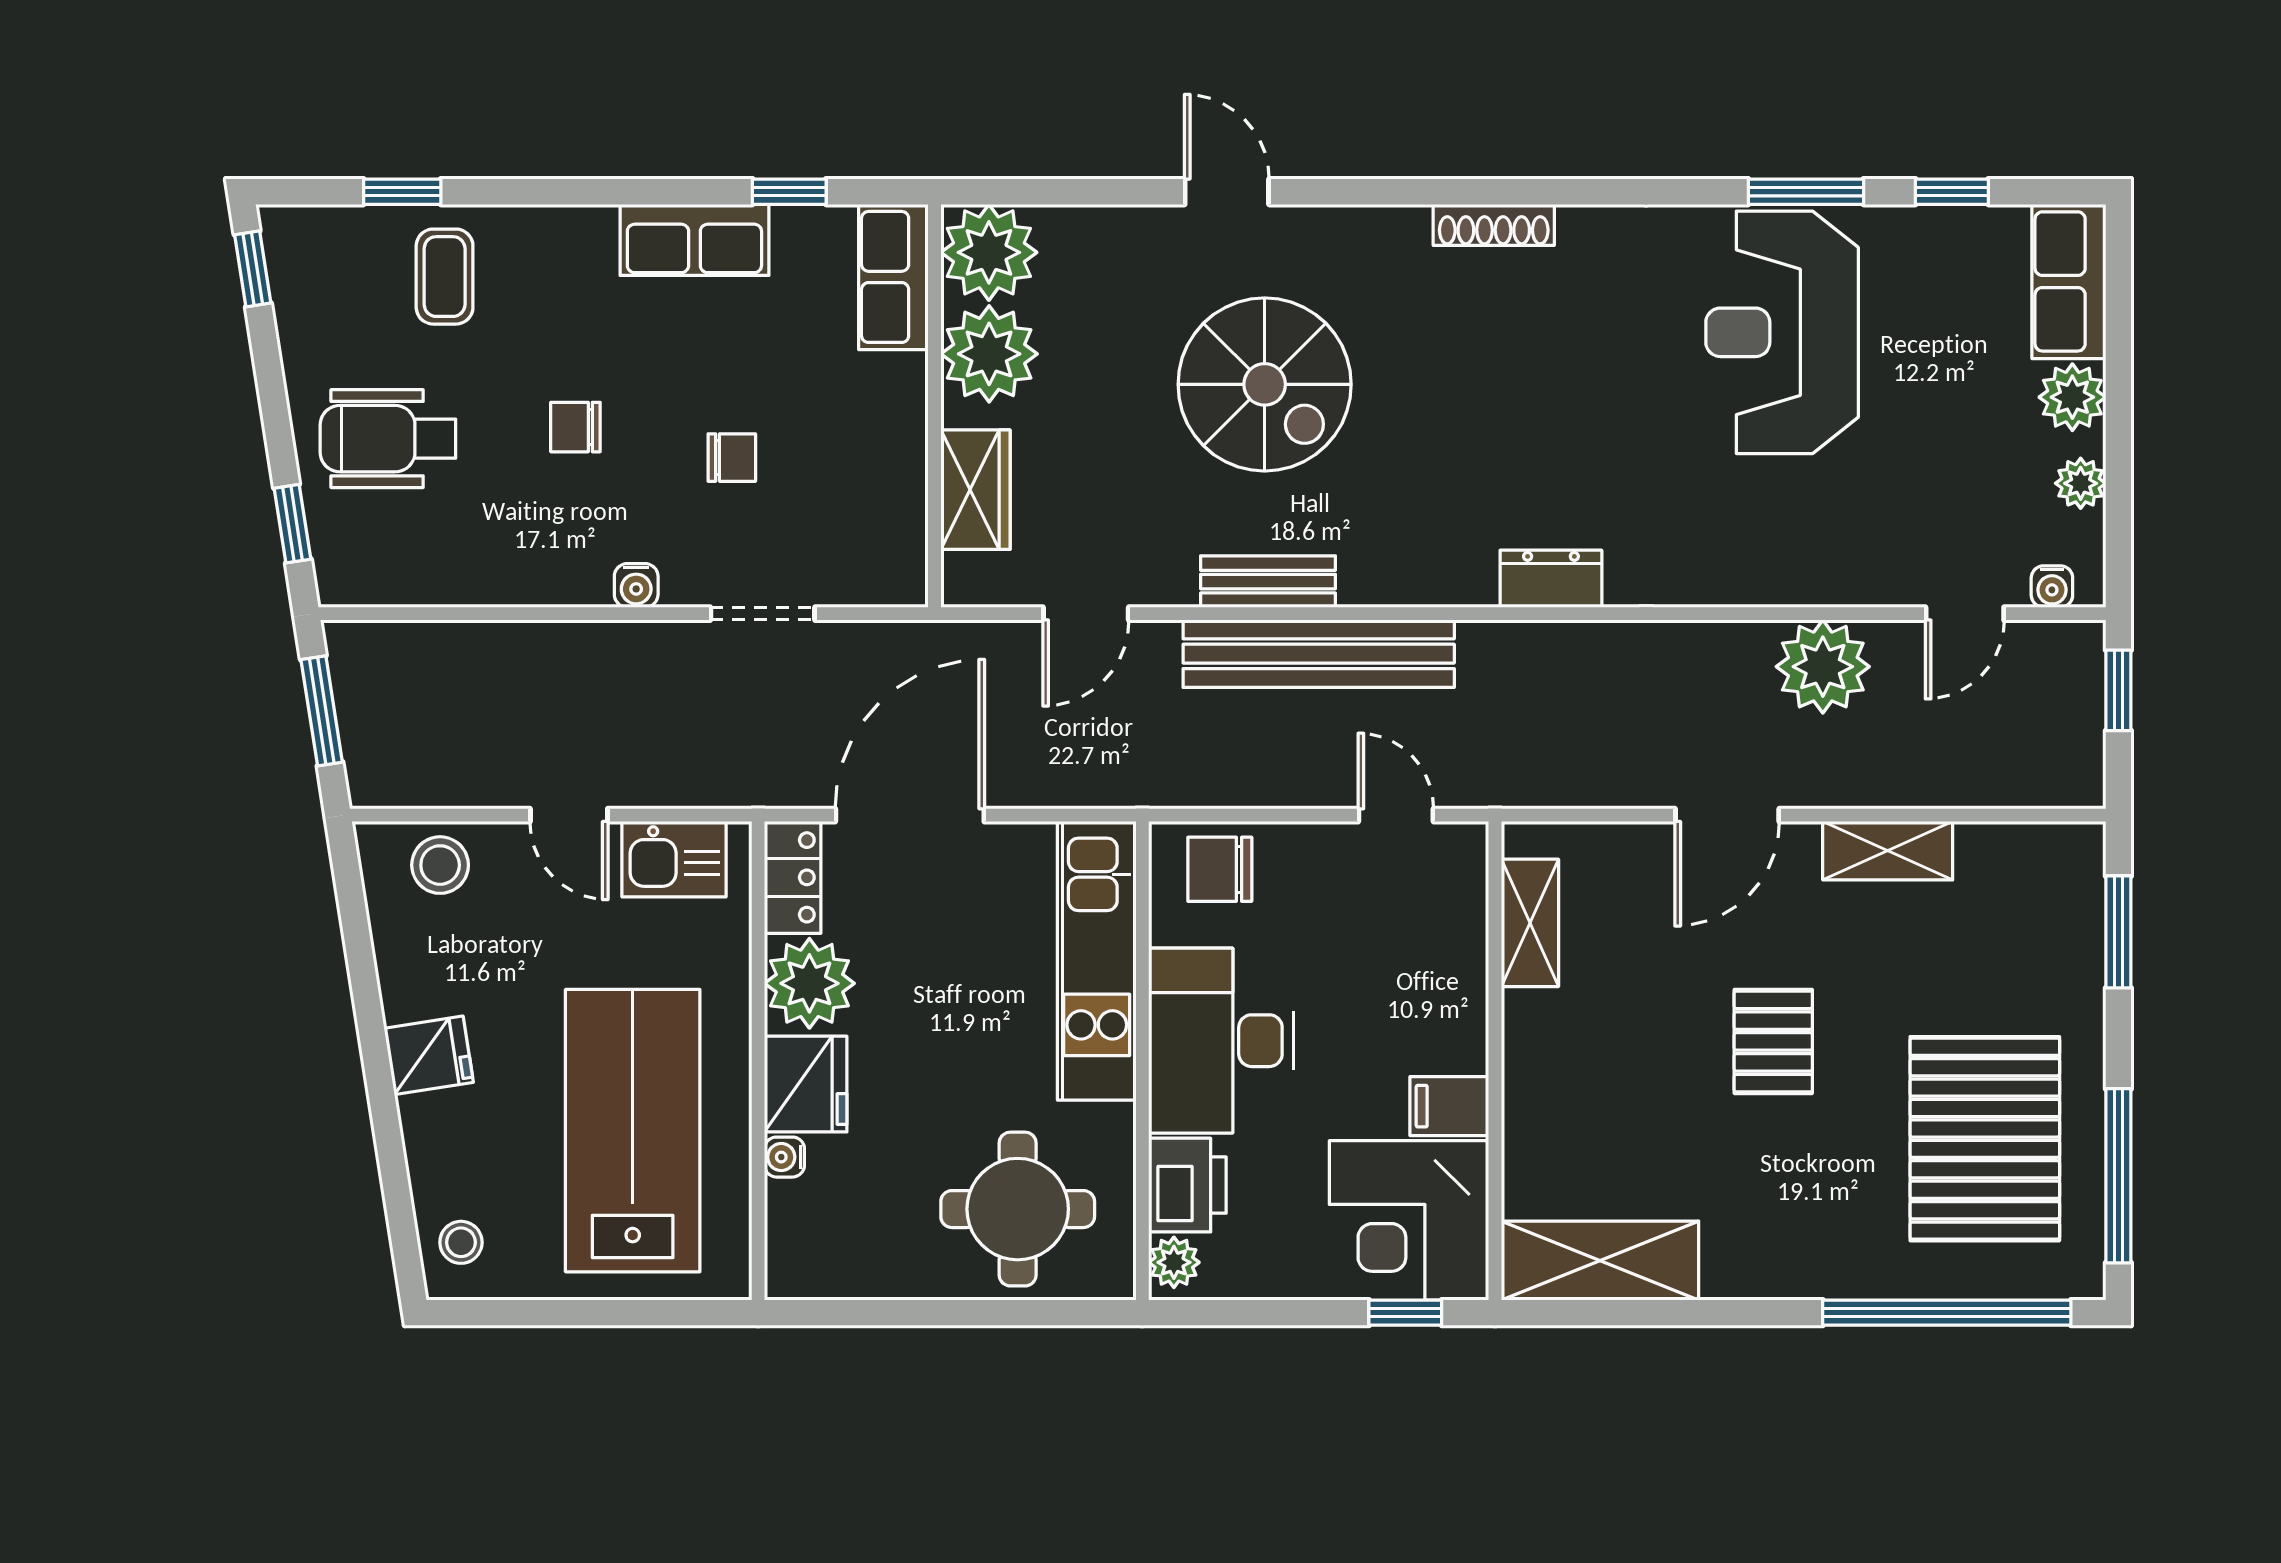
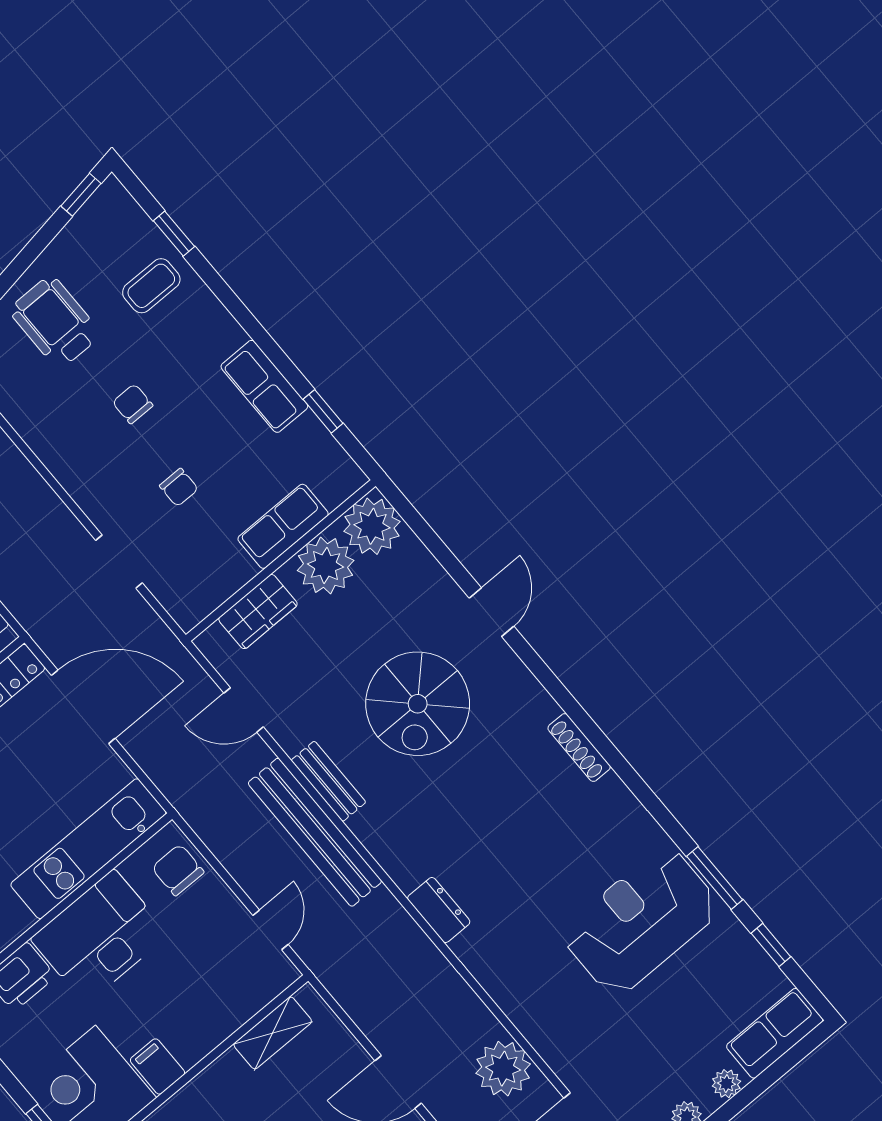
row of seats: (893, 277) -> (283, 526), moved
plant: (2072, 397) -> (726, 1084), width x0.73, depth x0.73
water cooler: (636, 585) -> (83, 493), removed

